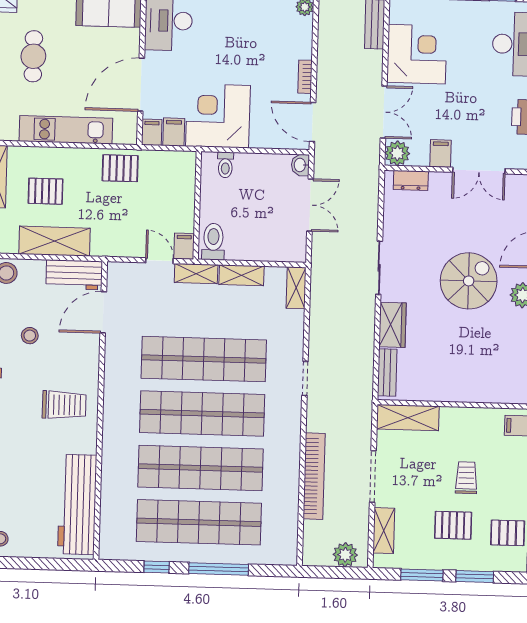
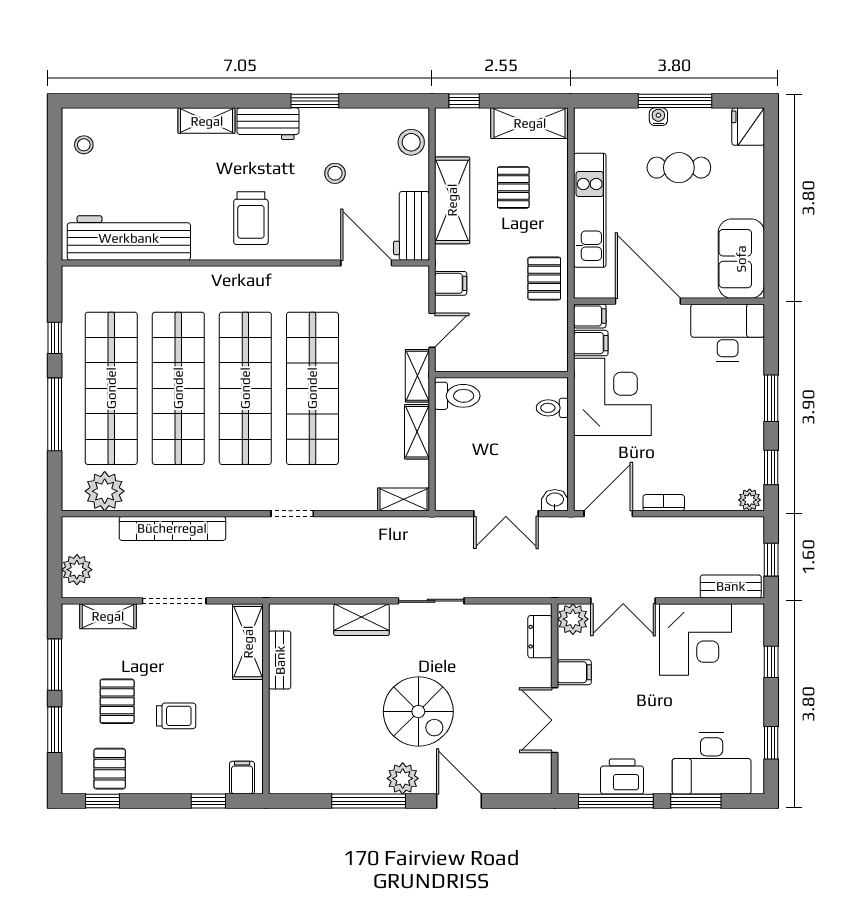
filing cabinet: (184, 246) -> (451, 283), moved
bench: (387, 372) -> (280, 660), moved, turned 90
plant: (282, 530) -> (105, 491), added

